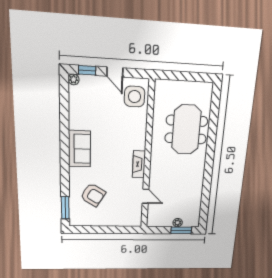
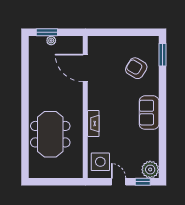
plant: (74, 79) -> (150, 170), width x1.88, depth x1.88
fireplace: (139, 164) -> (93, 123), moved
door: (146, 196) -> (85, 68), width x1.88

